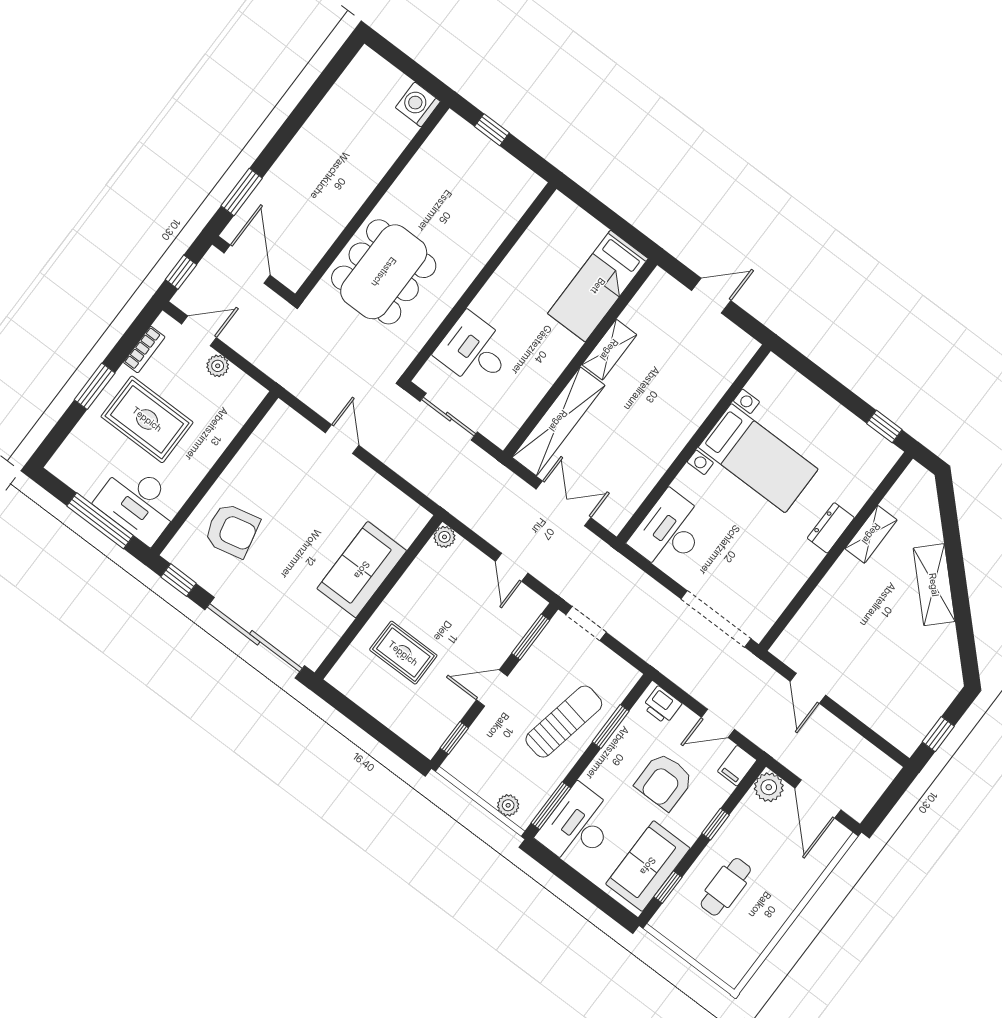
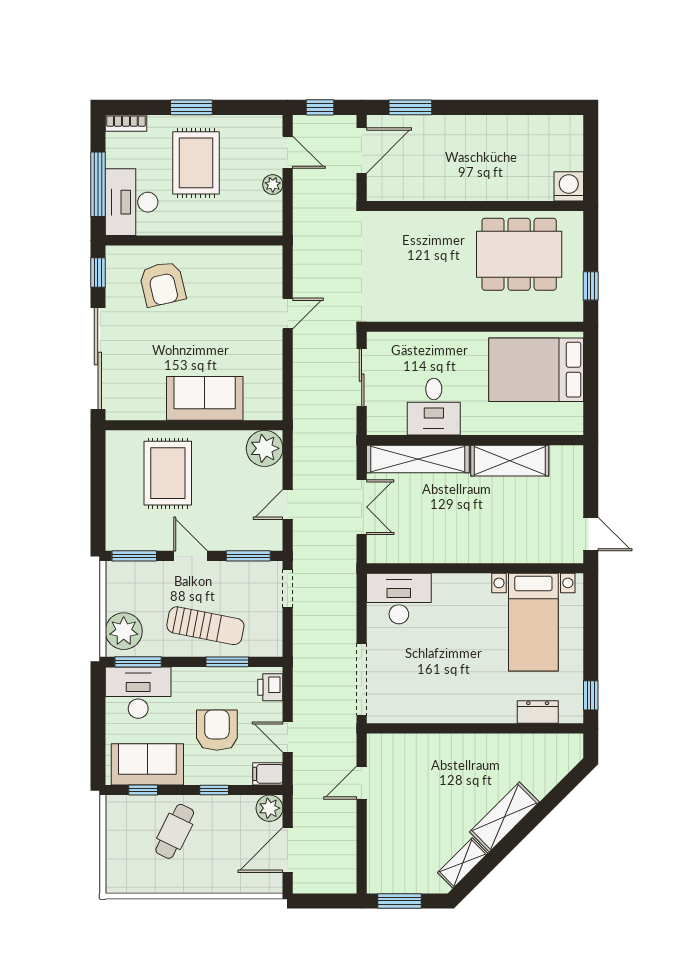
window: (492, 130) -> (591, 286), moved
dining table: (384, 272) -> (519, 254), moved
bed: (598, 286) -> (536, 370), moved, width x1.50
door: (711, 296) -> (591, 534), moved
bookcase: (144, 350) -> (126, 123), moved
shelving: (609, 350) -> (510, 461), width x1.50, depth x1.33
desk: (474, 351) -> (434, 407), moved, turned 180
bed with nightstands: (758, 458) -> (533, 622), moved
dresser: (831, 528) -> (538, 712), moved
shelving: (871, 534) -> (463, 863), moved, turned -45
plant: (444, 537) -> (265, 448), width x1.88, depth x1.88
rug: (403, 653) -> (168, 473), width x1.36, depth x1.43
window: (938, 734) -> (400, 901), width x1.50
window: (454, 738) -> (134, 556), width x1.50
armchair: (664, 781) -> (217, 730), turned 90
plant: (508, 805) -> (124, 631), width x1.88, depth x1.88
cafe table: (726, 887) -> (175, 831), turned -64

